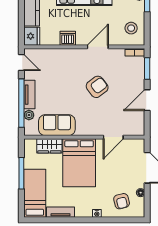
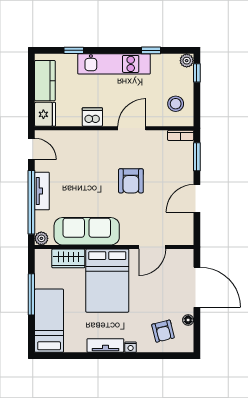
armchair: (97, 87) -> (131, 181), turned 127
plant: (29, 115) -> (41, 238), moved
sofa: (57, 125) -> (87, 231), width x1.36
tv unit: (61, 212) -> (105, 345), moved

